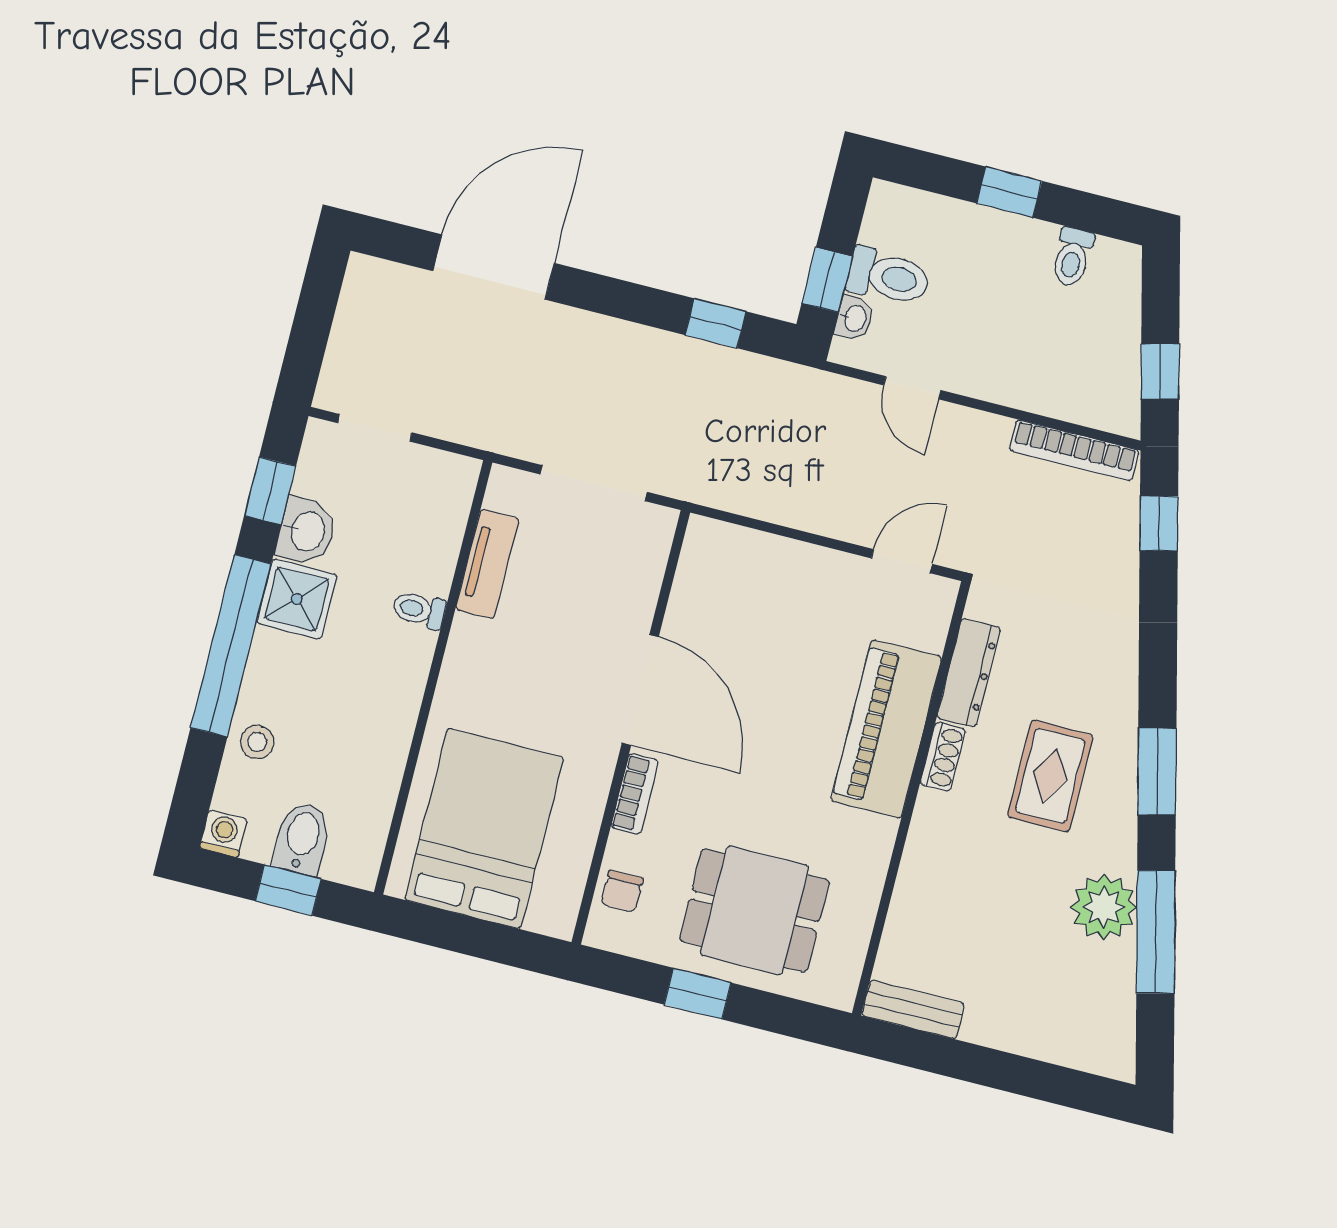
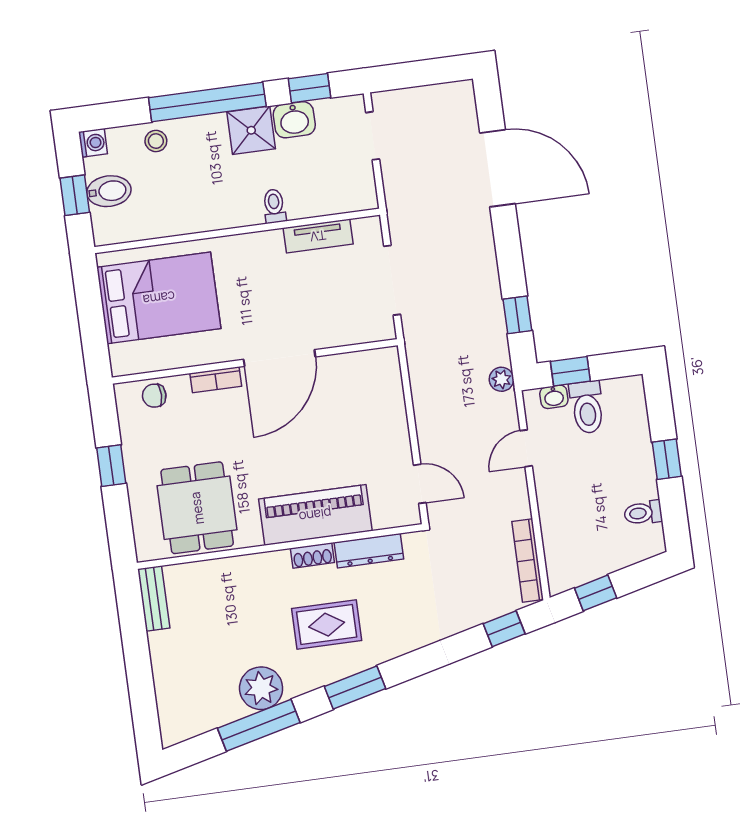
plant: (799, 383) -> (501, 379), added
dining table: (754, 910) -> (197, 508), moved

